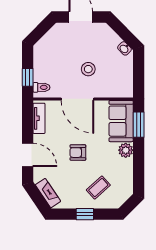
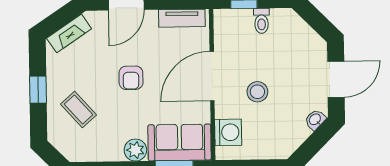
washbasin: (124, 48) -> (315, 120), moved
toilet: (41, 87) -> (262, 21), moved
washing machine: (115, 89) -> (228, 132), added
armchair: (78, 153) -> (131, 78), turned 180

